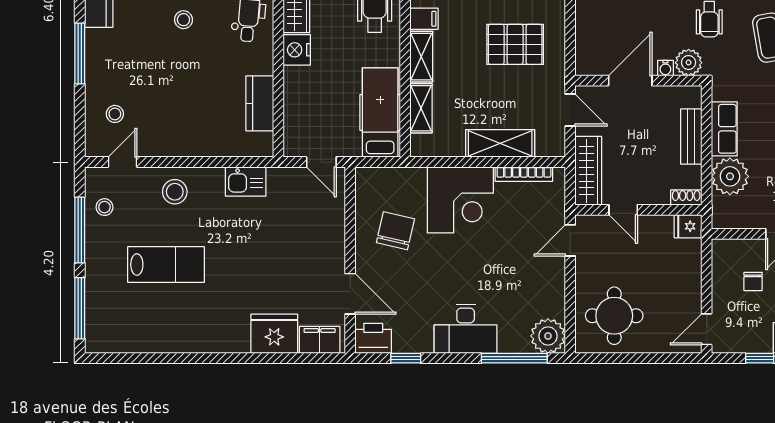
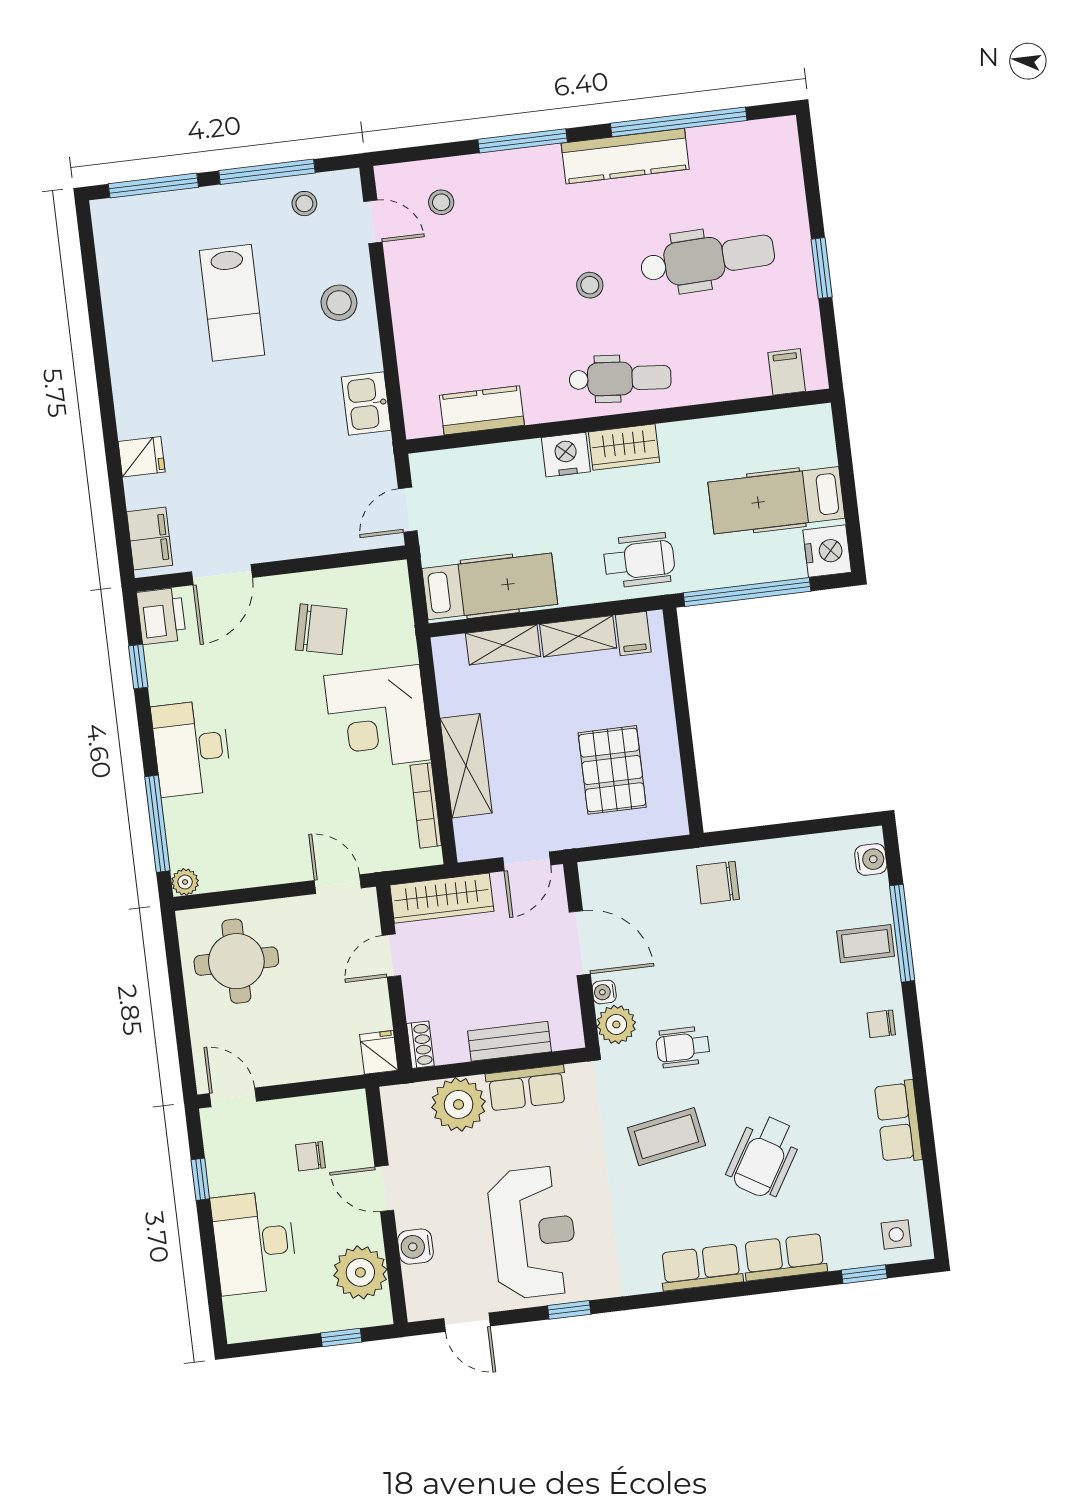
fridge: (274, 334) -> (142, 457), width x0.53, depth x0.75
plant: (548, 336) -> (185, 882), width x0.53, depth x0.53

